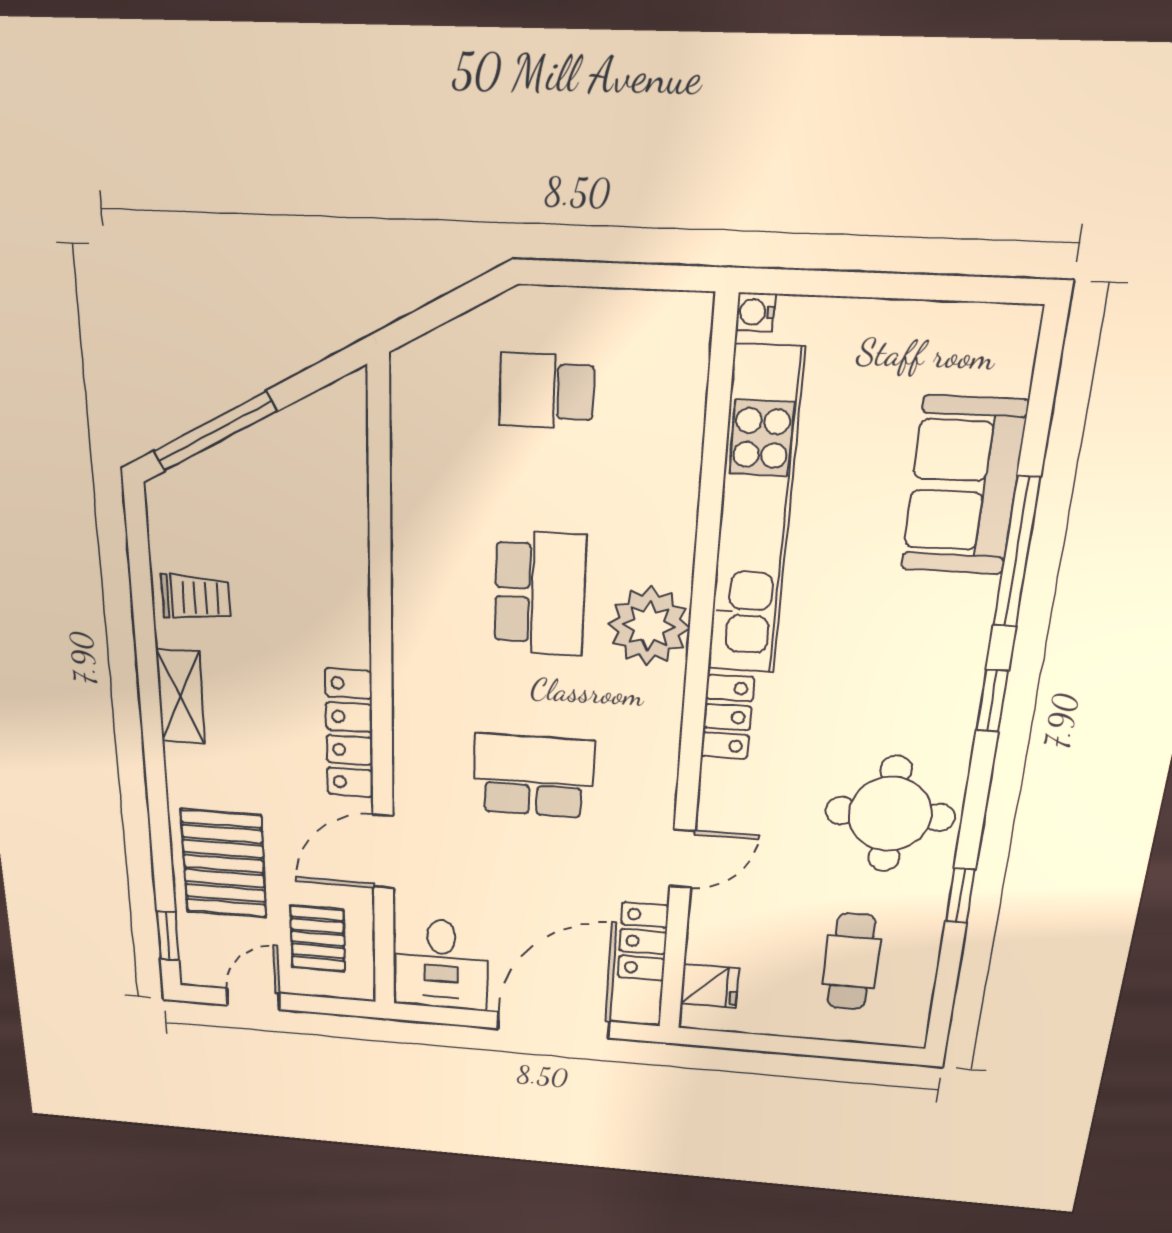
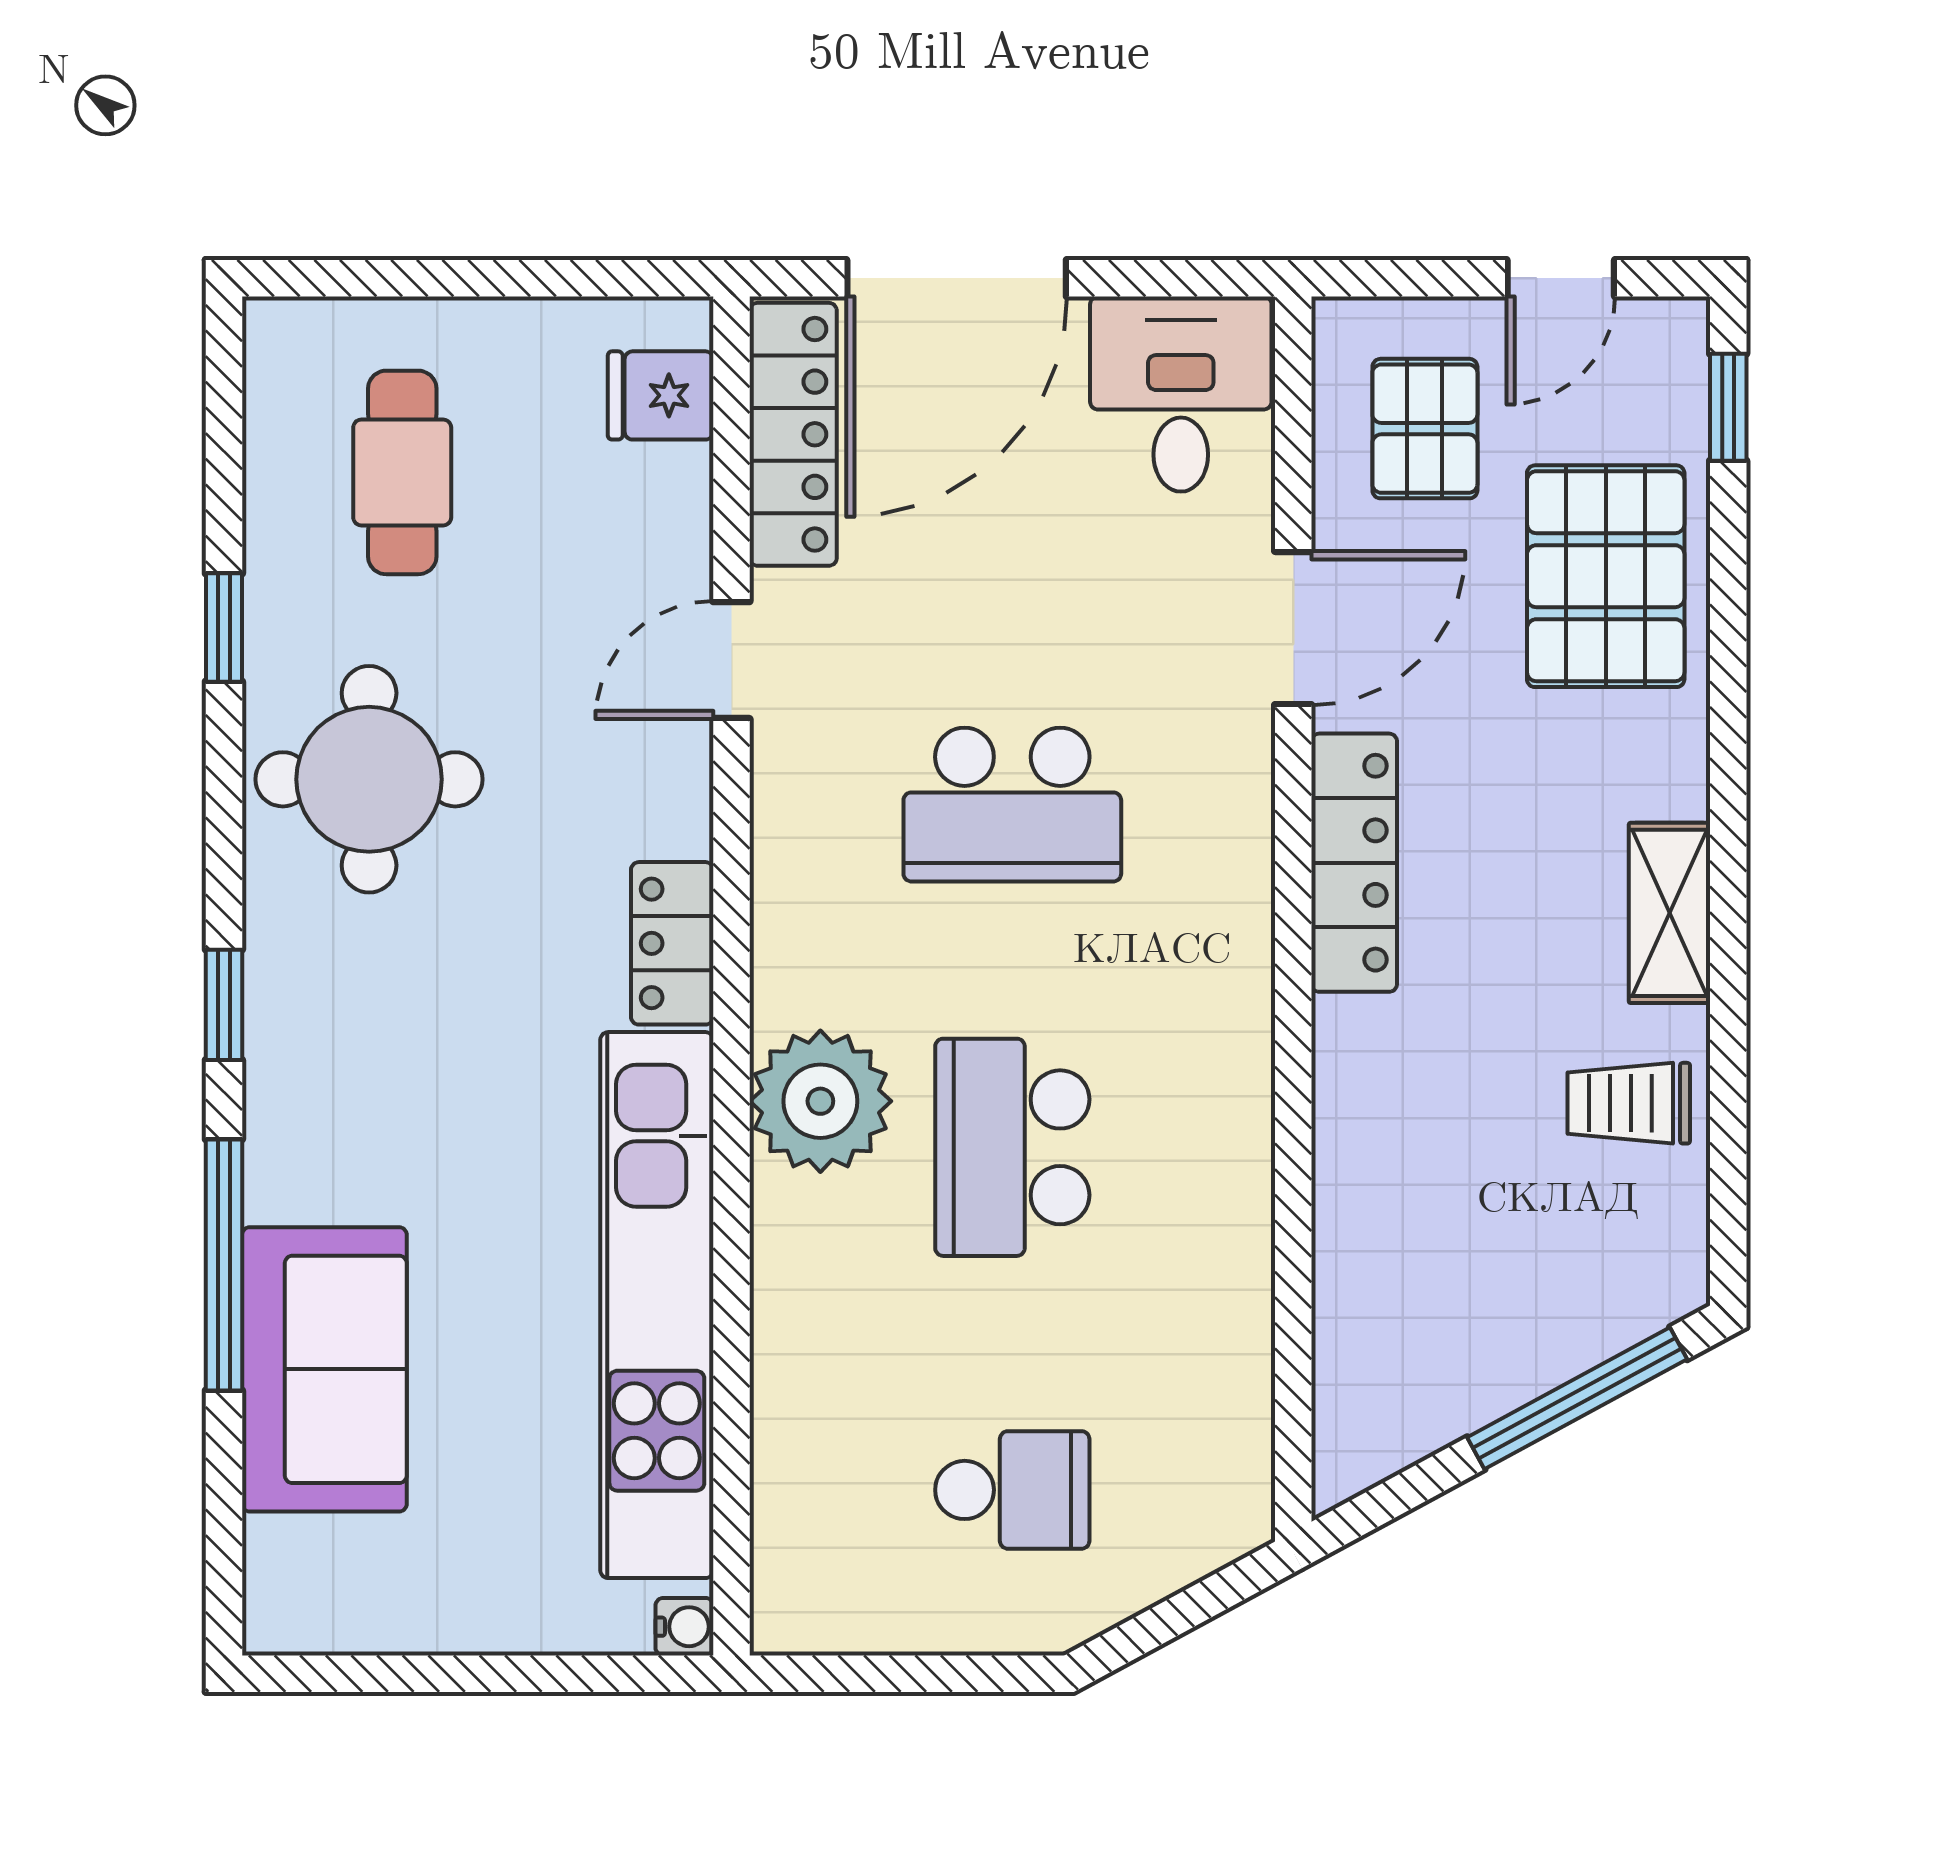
locker: (643, 942) -> (793, 434), width x1.53

